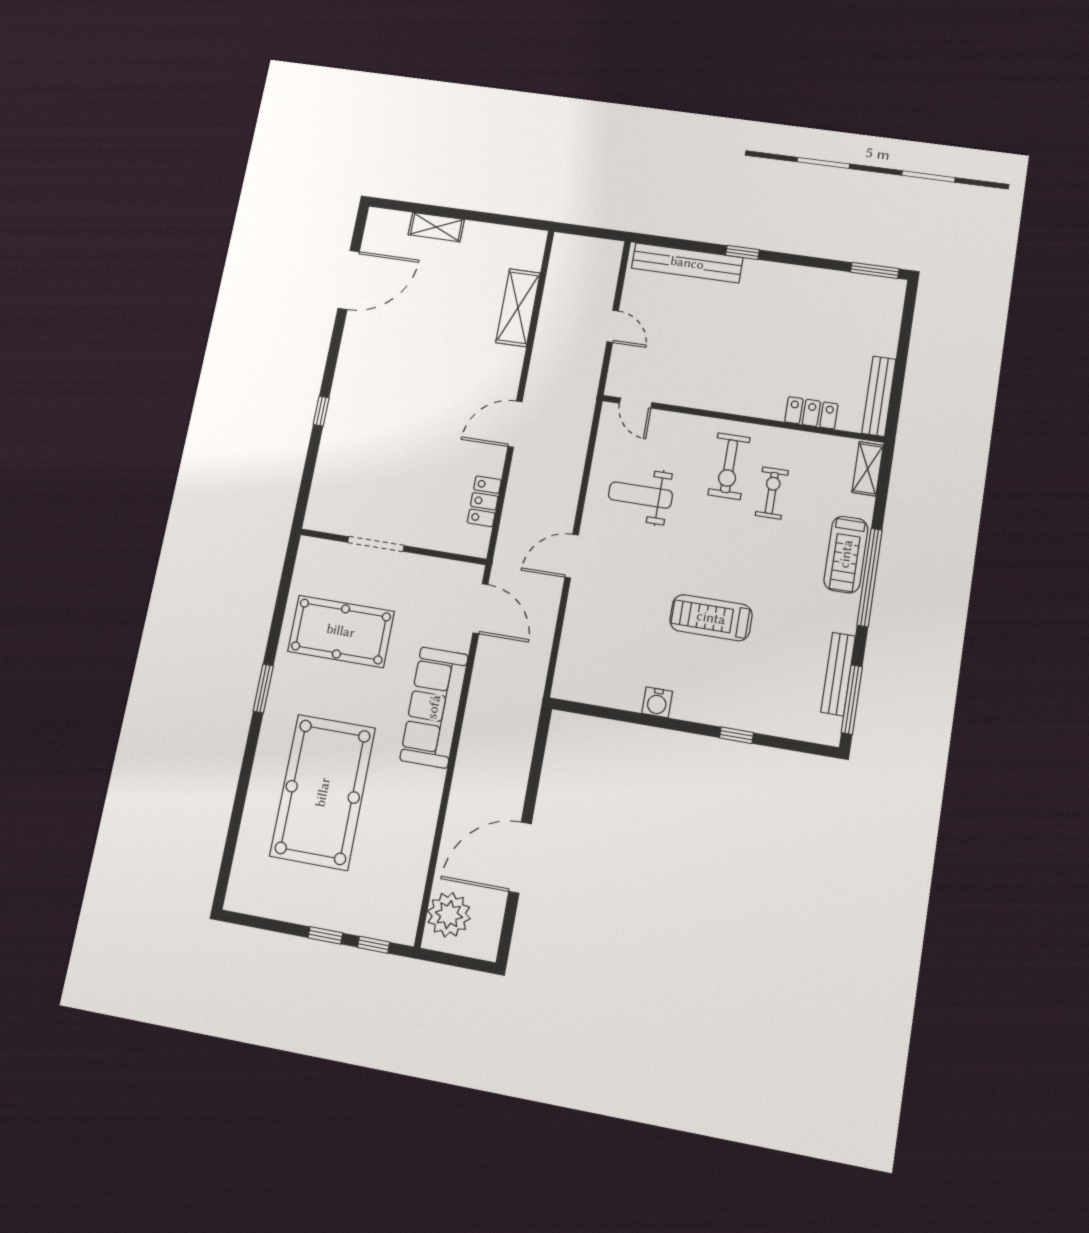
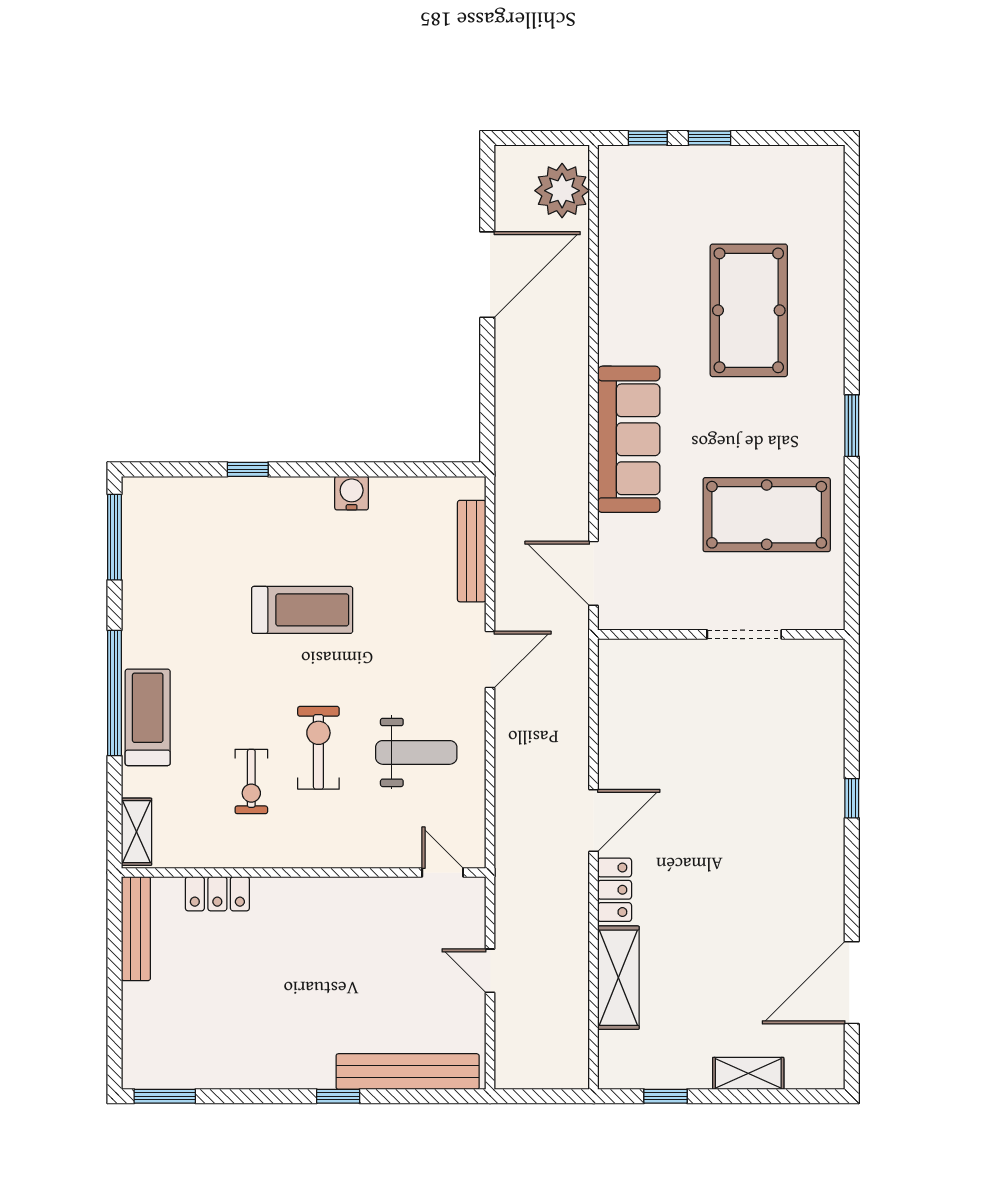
window: (499, 219) -> (666, 1096), added
exercise bike: (729, 466) -> (318, 748), moved
locker: (484, 501) -> (615, 890), moved
bench: (838, 674) -> (472, 551), moved
pool table: (323, 792) -> (749, 310), width x0.73, depth x0.76

